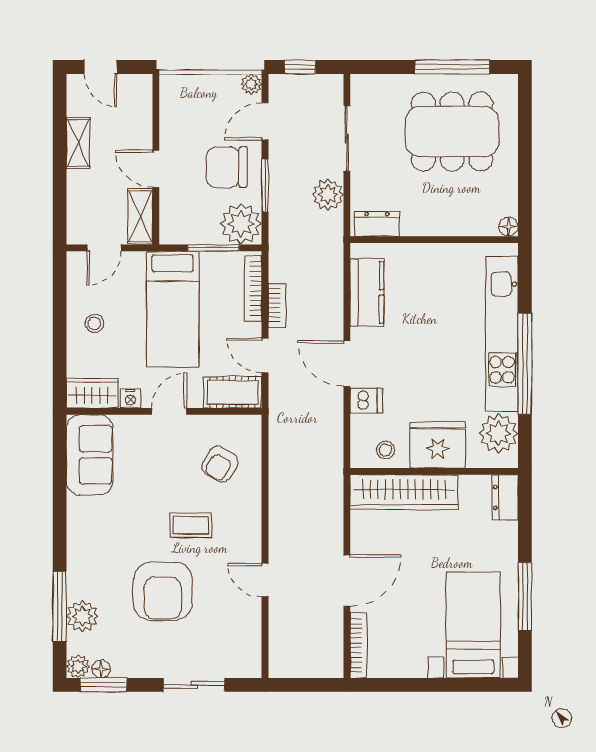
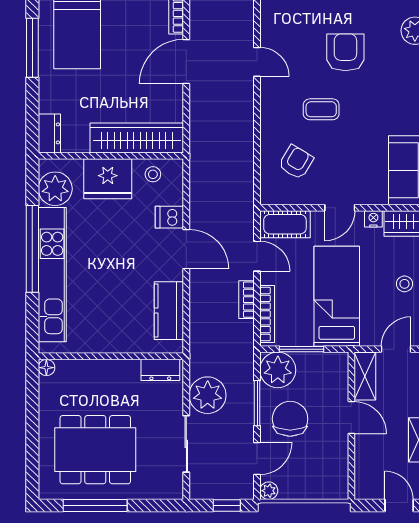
chair: (227, 167) -> (290, 419), turned -90
plant: (328, 195) -> (208, 395), width x1.36, depth x1.36
armchair: (163, 591) -> (345, 52), width x0.73, depth x0.73

